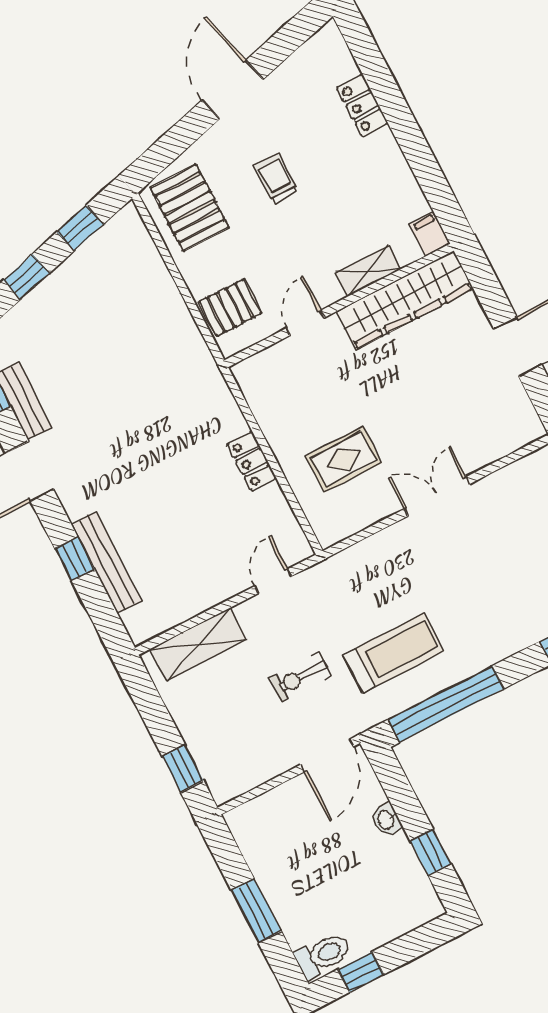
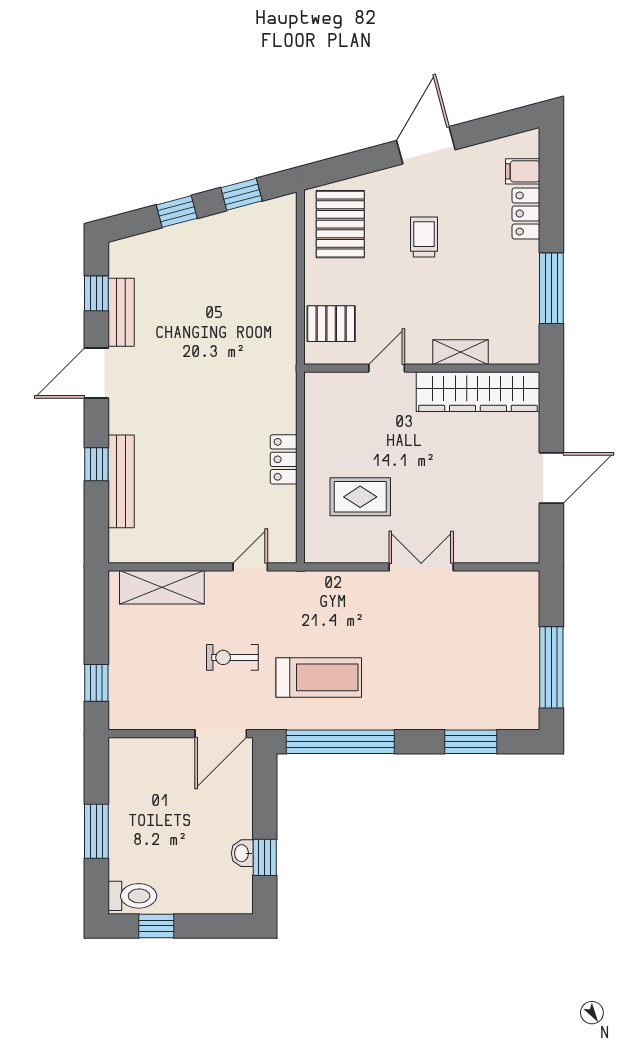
window: (424, 165) -> (551, 288), added
filing cabinet: (430, 234) -> (523, 171), moved, turned -90
washbasin: (386, 820) -> (242, 853), moved

